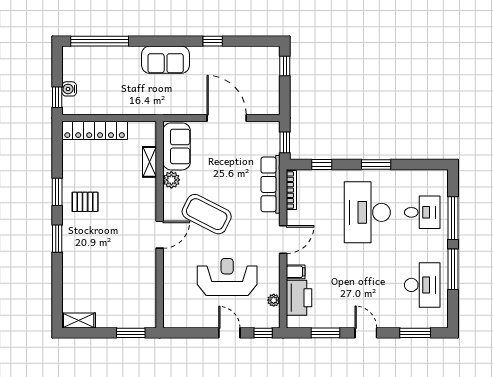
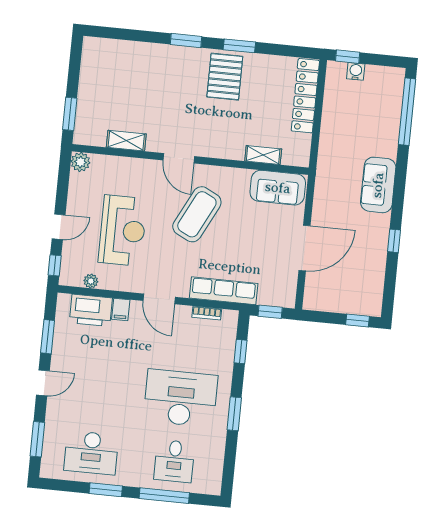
plant: (171, 180) -> (80, 162), moved
bookcase: (291, 190) -> (207, 313), width x0.64
pallet: (85, 202) -> (225, 77), width x1.50, depth x1.42
window: (453, 269) -> (106, 490), width x0.69
shelving: (79, 321) -> (126, 141), moved, turned 90

